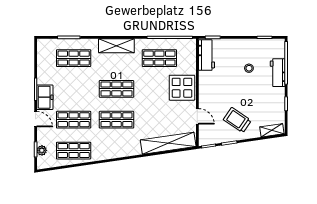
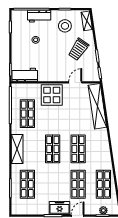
stool: (266, 104) -> (65, 26), added

